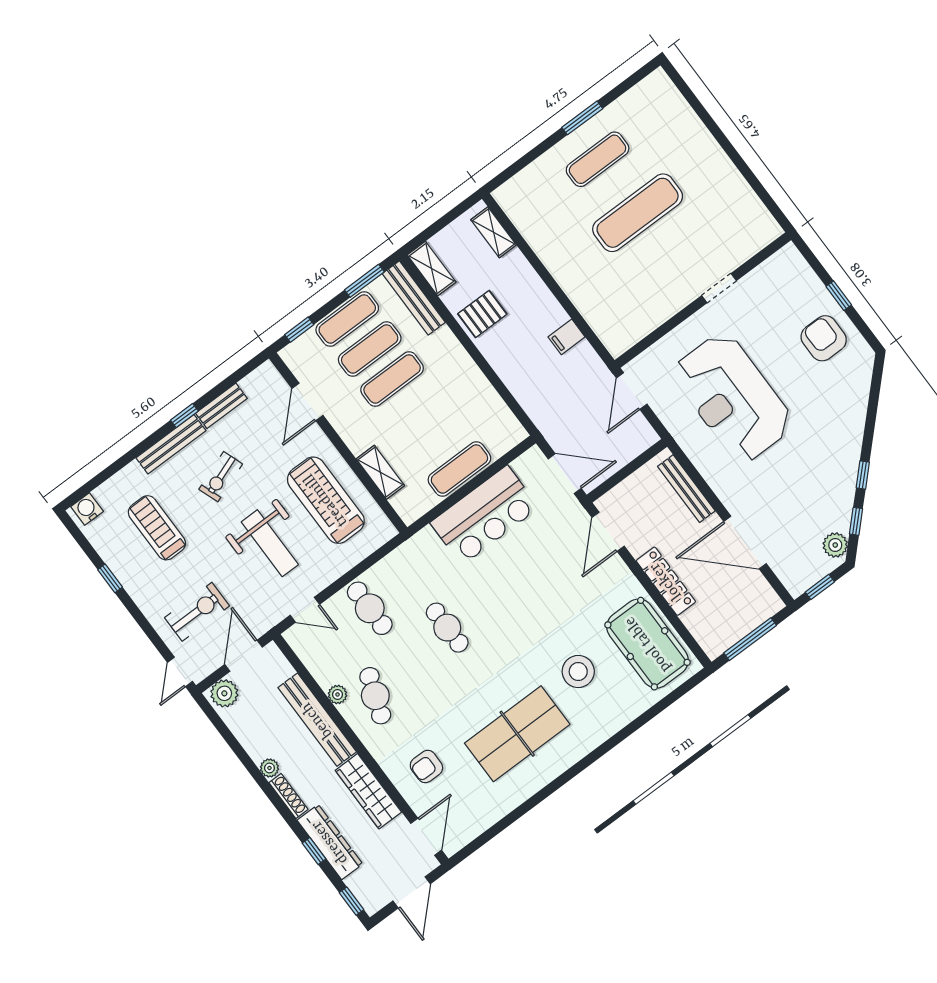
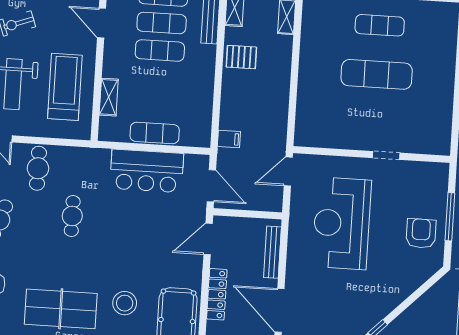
window: (839, 296) -> (450, 217), width x2.17
filing cabinet: (567, 337) -> (229, 139), moved, turned 180
door: (307, 402) -> (101, 23), hinge flipped

